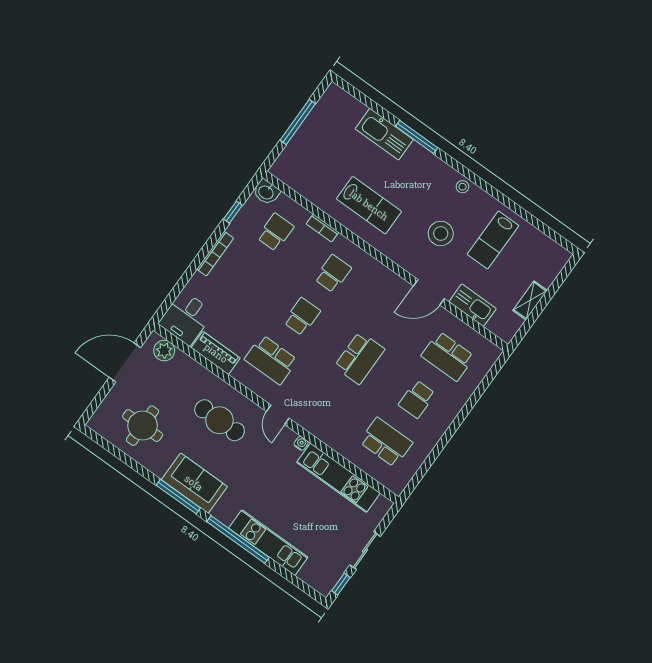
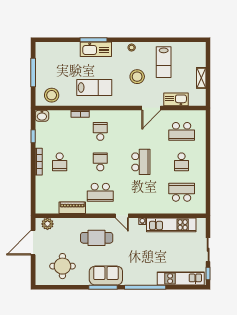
kitchen sink: (384, 134) -> (96, 49), moved
stool: (301, 173) -> (52, 95), added
school desk: (275, 232) -> (60, 162), moved, turned 180
desk: (186, 318) -> (47, 201), removed
kitchen unit: (268, 543) -> (181, 279), moved

